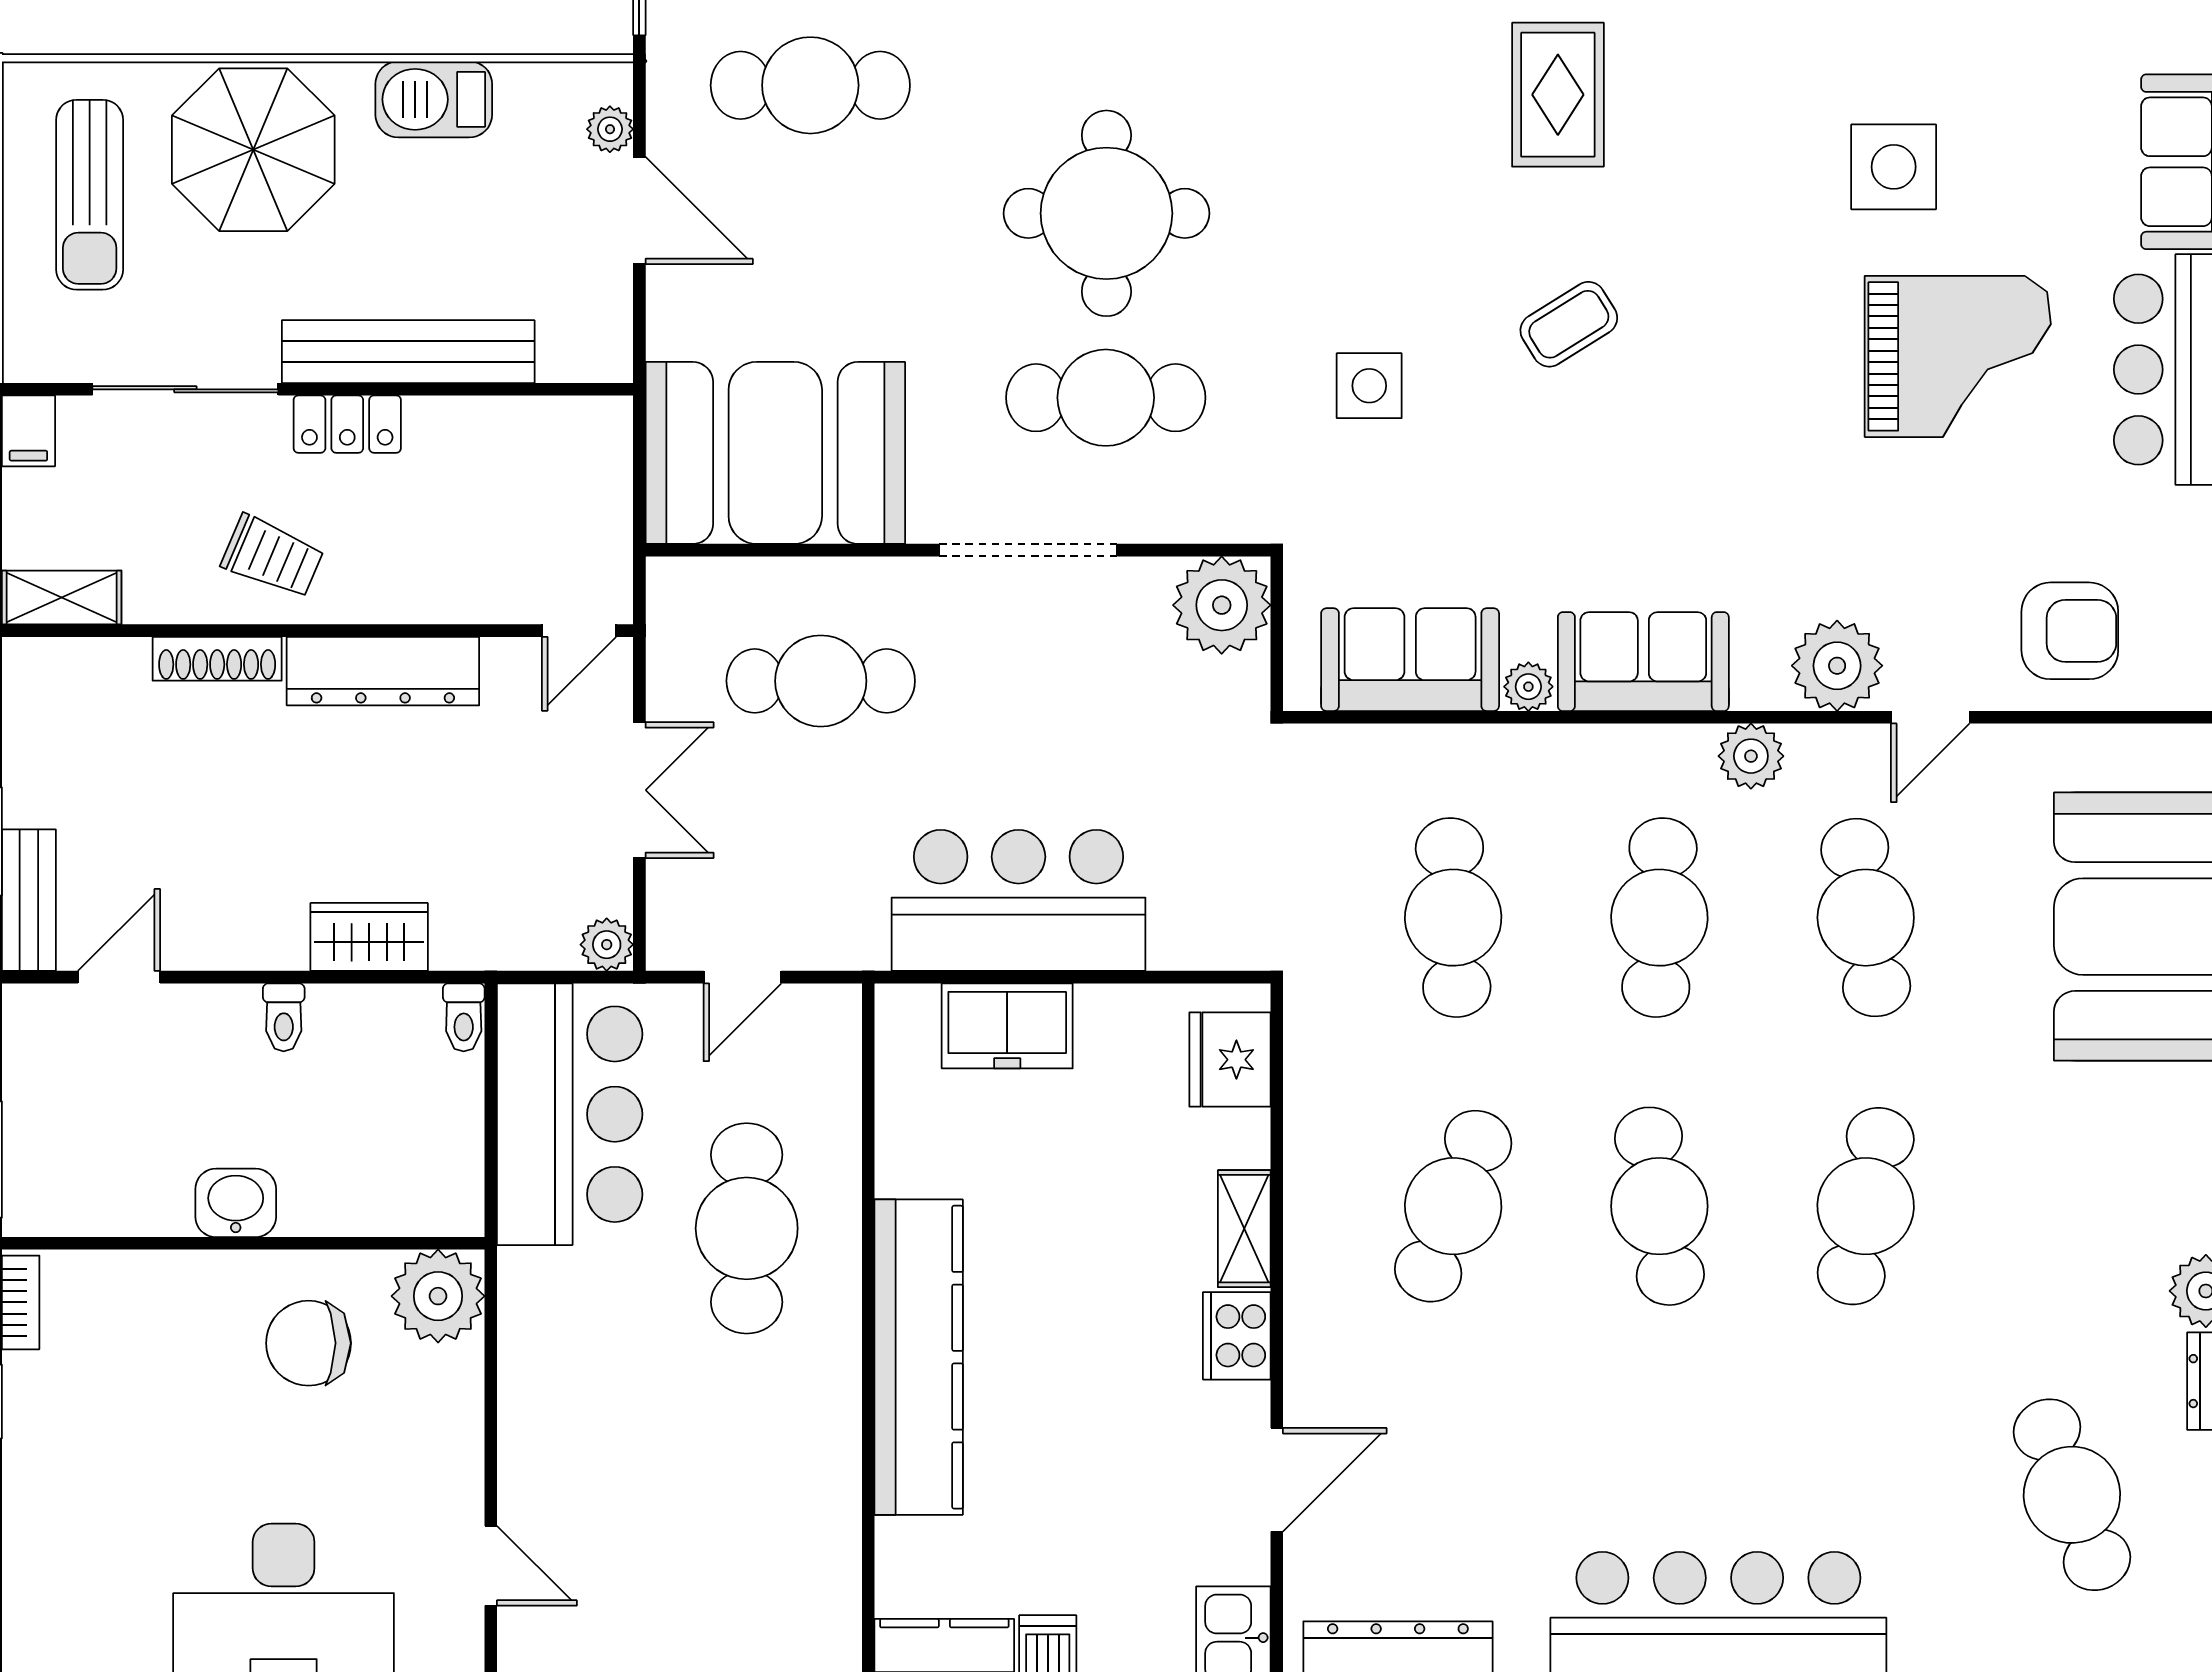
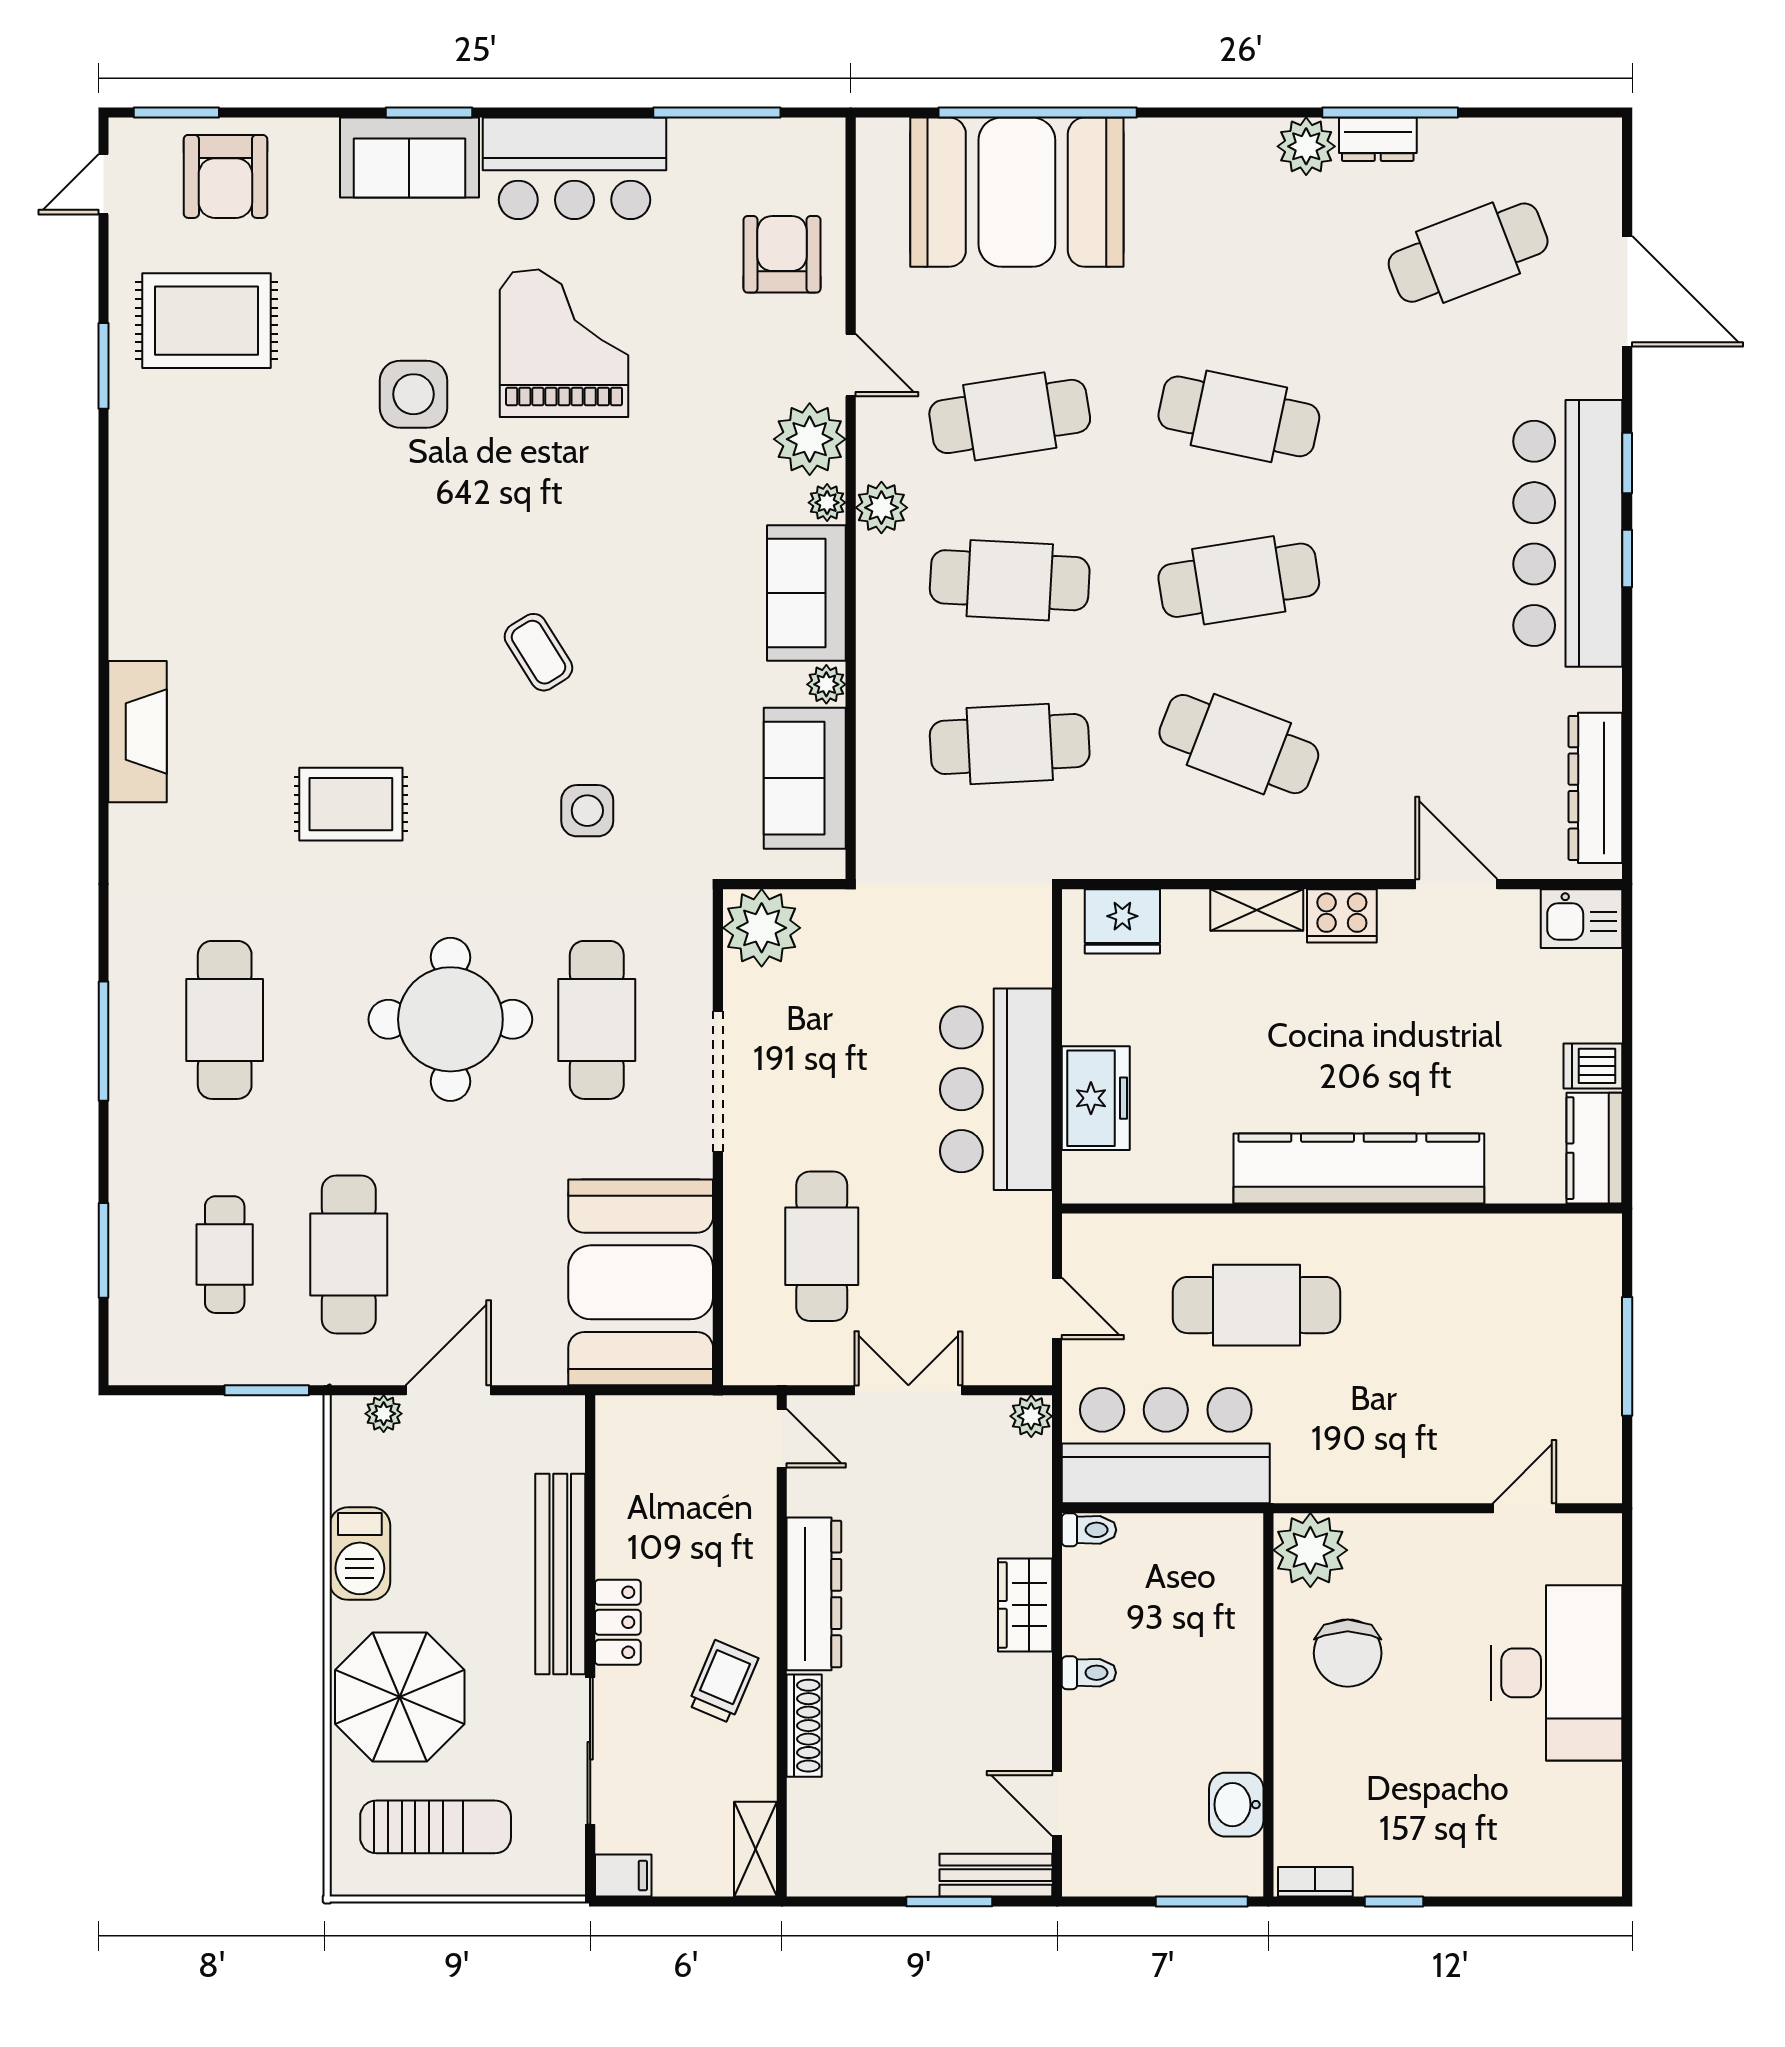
rug: (1558, 95) -> (351, 804), moved
plant: (1757, 688) -> (827, 503), added
washbasin: (236, 1203) -> (1236, 1805), moved

